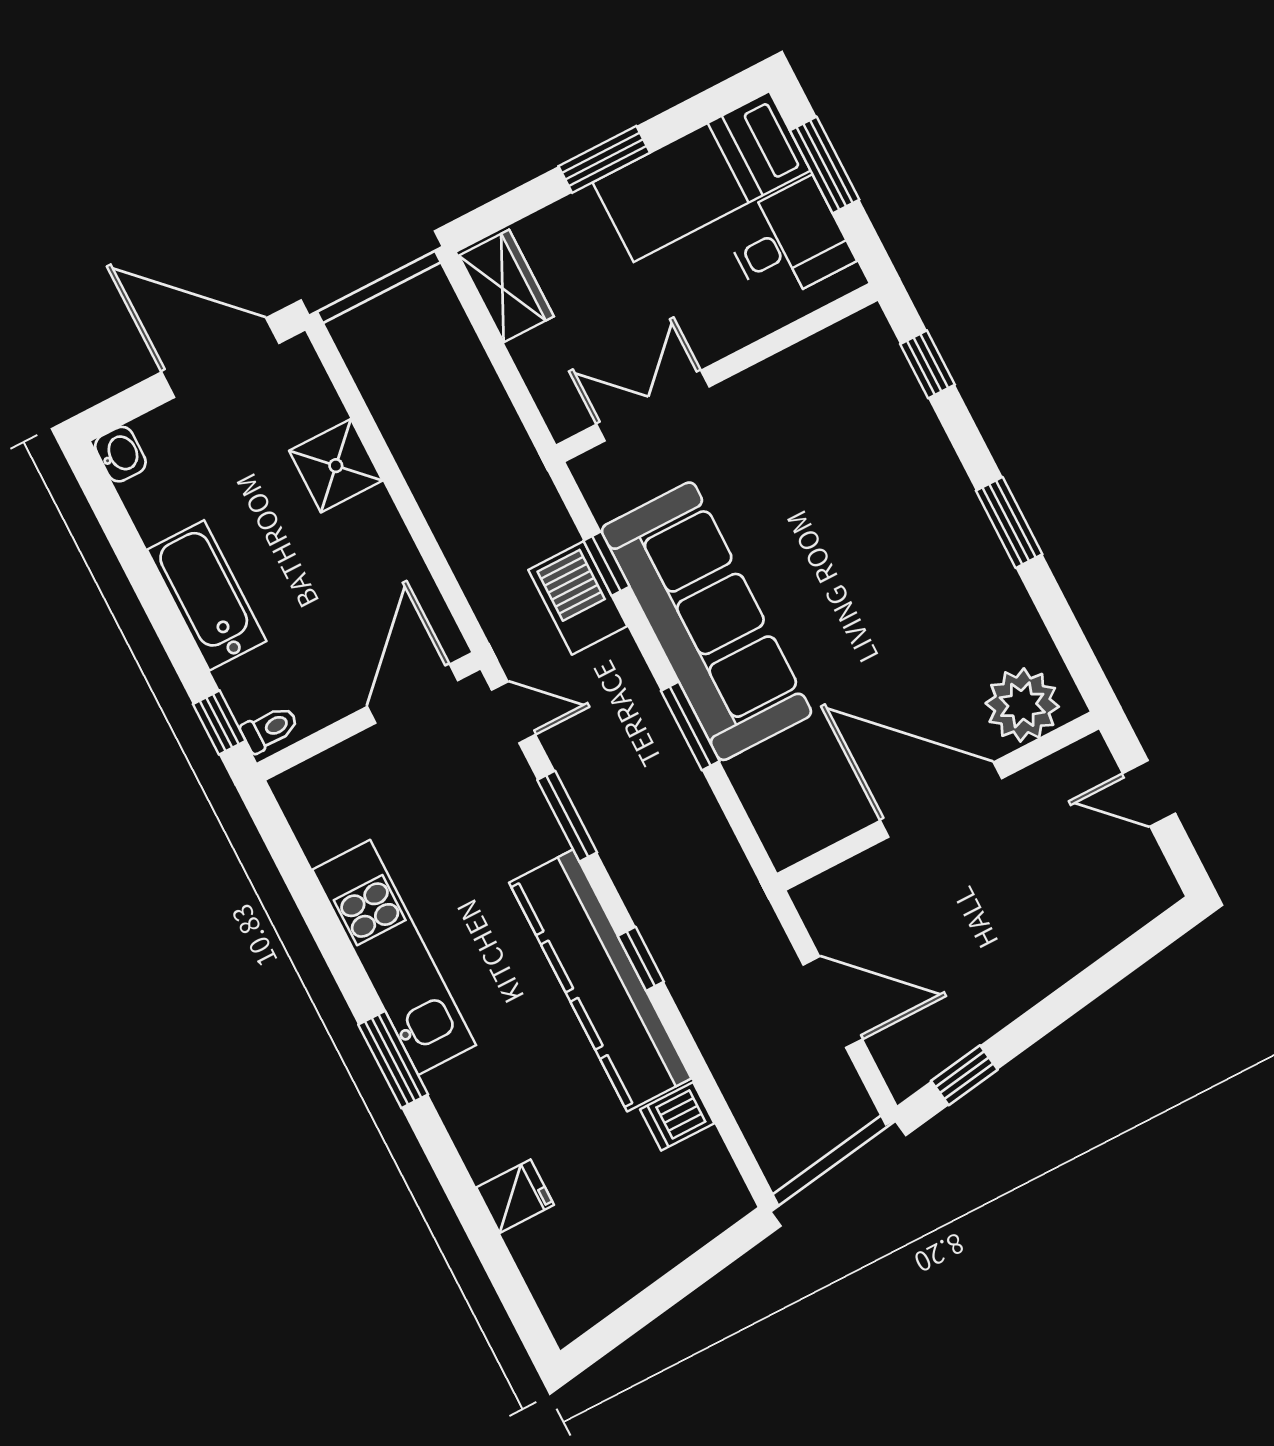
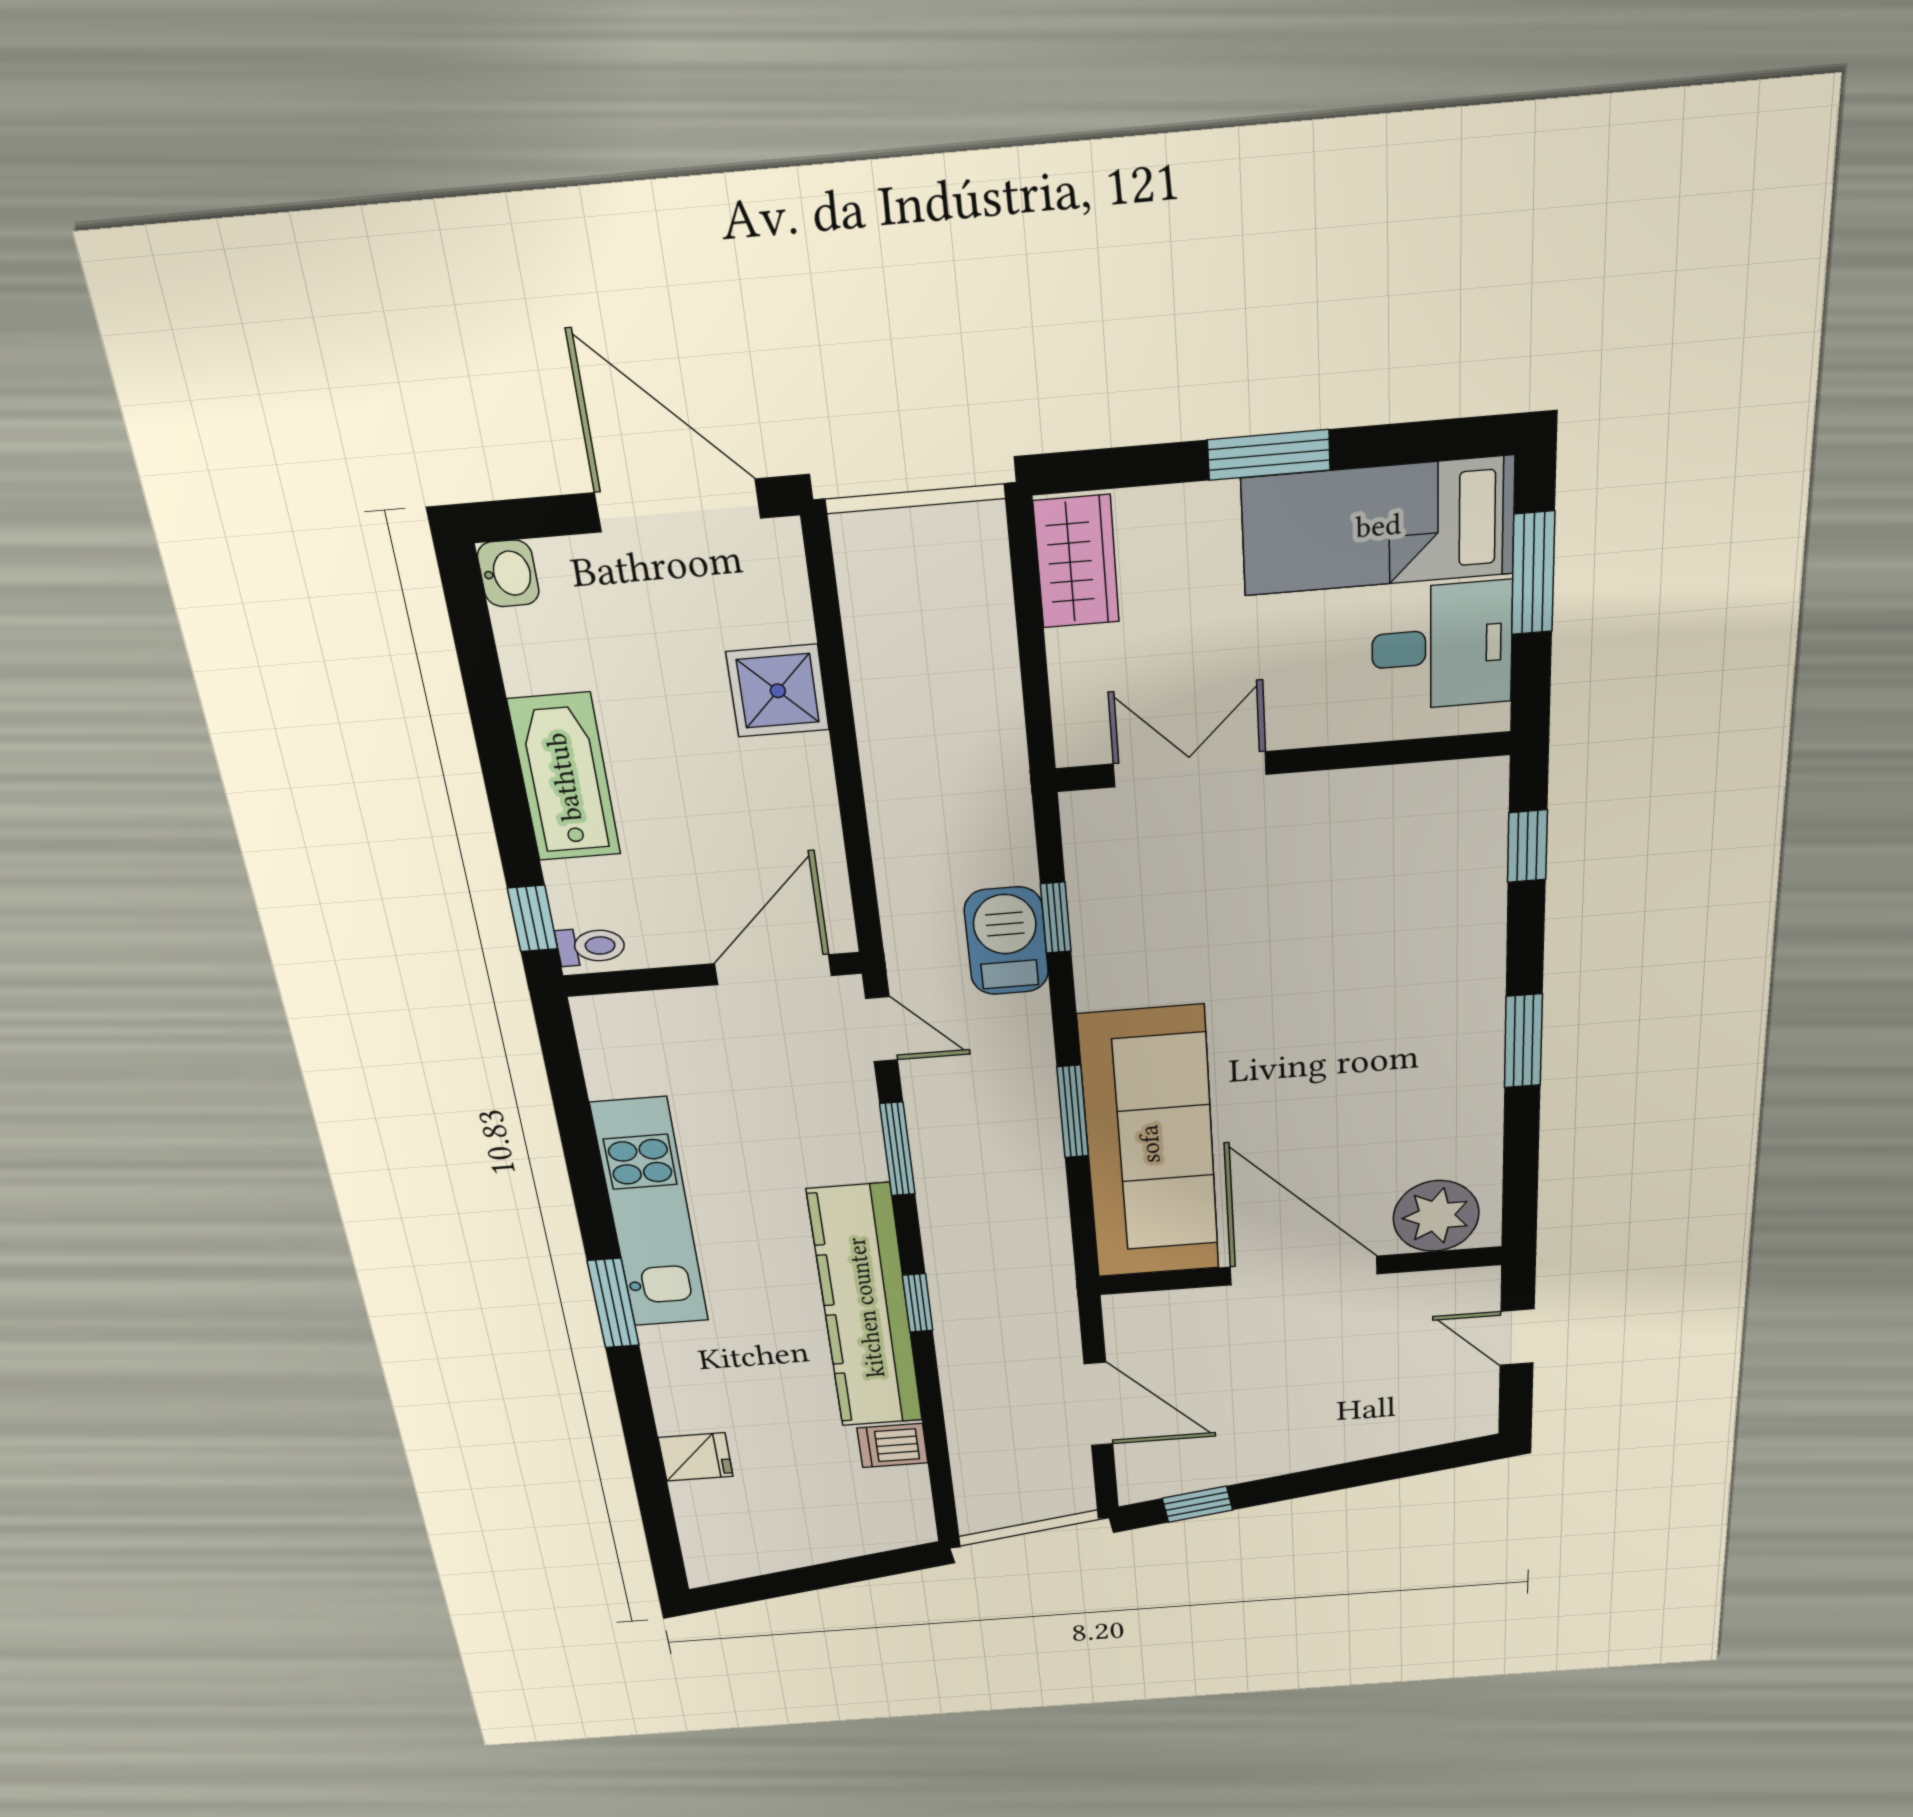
sofa: (706, 621) -> (1150, 1144), moved

